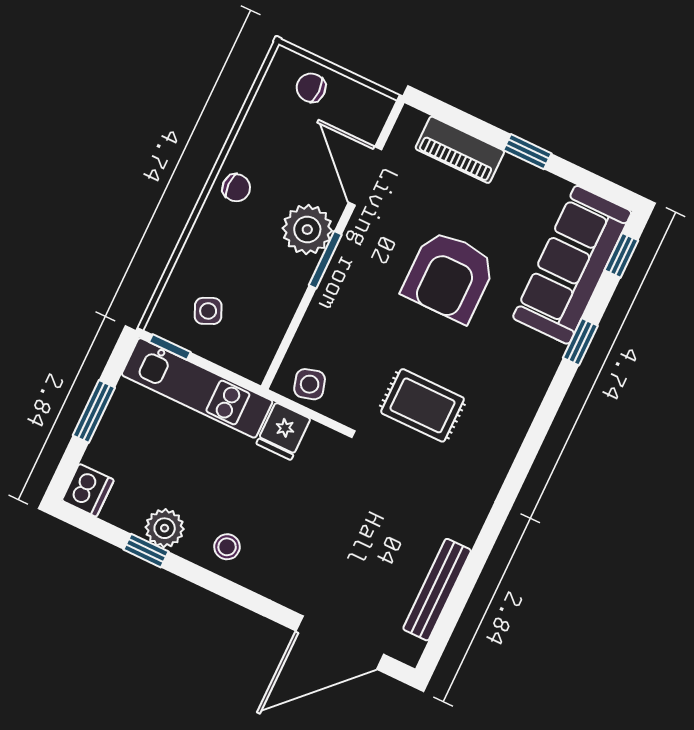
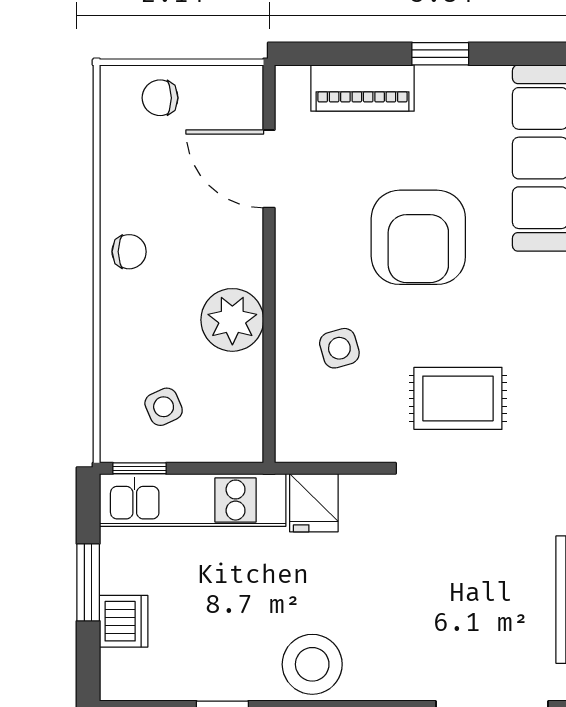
plant: (307, 230) -> (232, 320), moved
window: (325, 260) -> (269, 286), removed
side table: (310, 384) -> (339, 348), moved
dishwasher: (88, 490) -> (124, 621), moved
plant: (165, 528) -> (231, 677), removed
stool: (227, 547) -> (312, 664), width x1.89, depth x1.89

